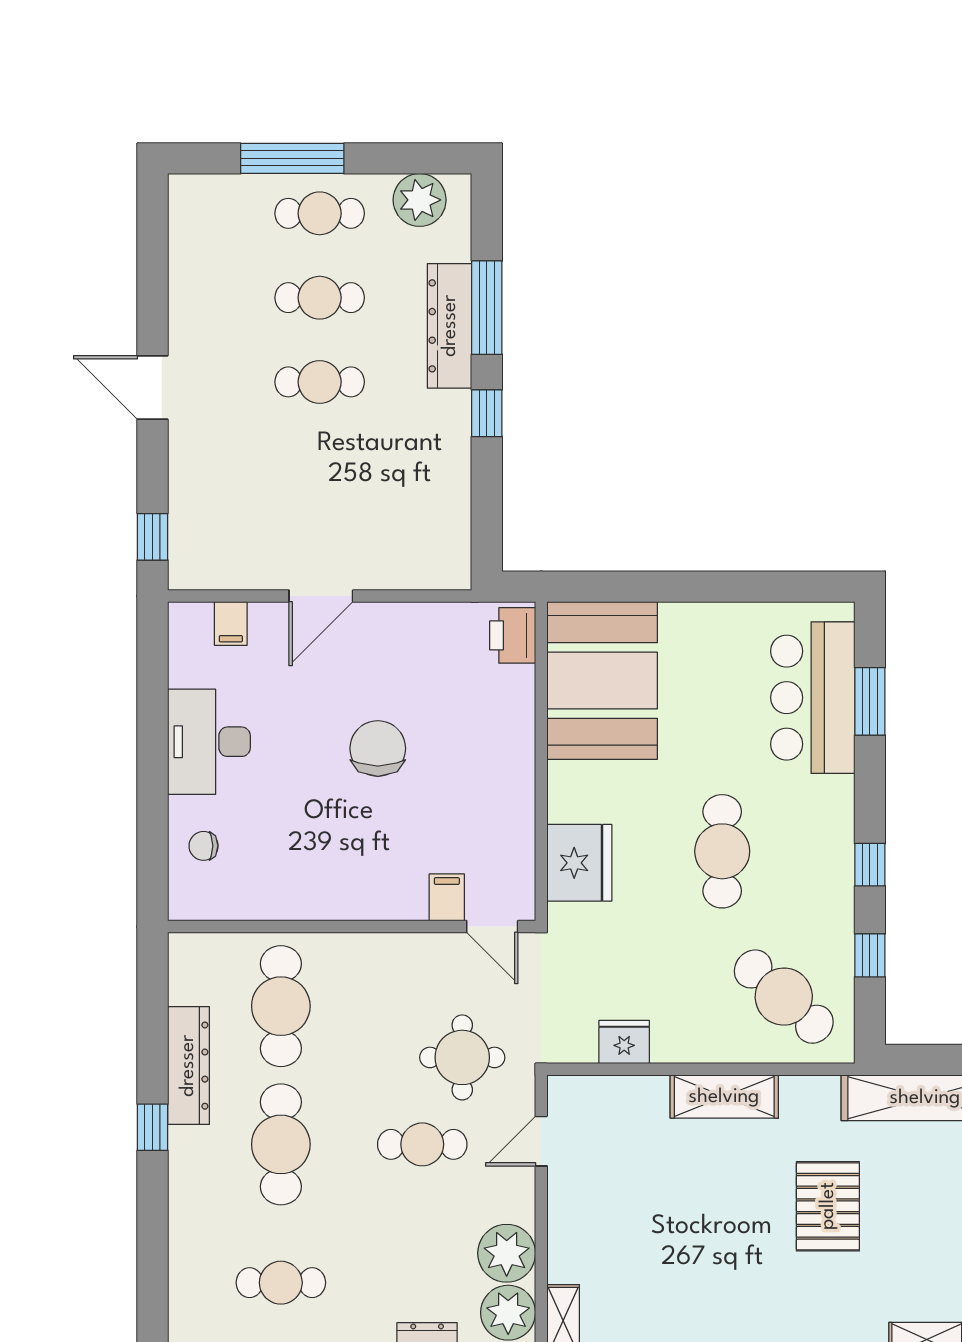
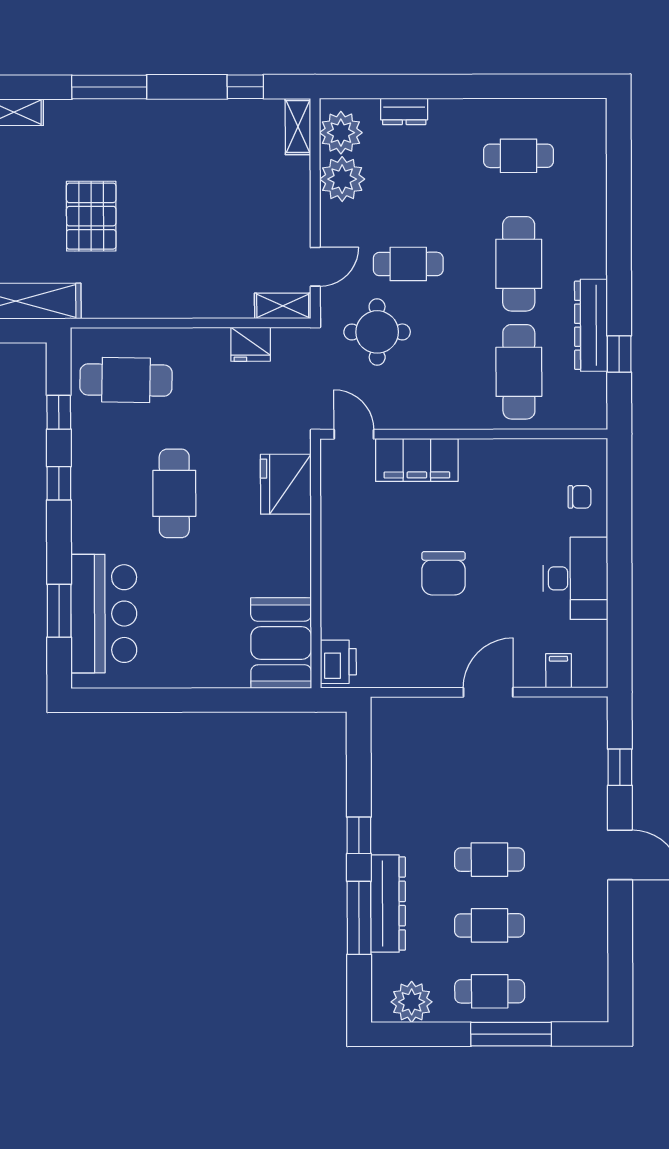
window: (152, 537) -> (620, 767), moved
booth: (602, 681) -> (281, 643), width x0.73, depth x0.70
filing cabinet: (447, 897) -> (417, 460), width x3.00, depth x1.17
cafe table: (784, 997) -> (126, 380), turned -41
shelving: (724, 1097) -> (283, 306), moved, width x0.67, depth x0.75
window: (152, 1127) -> (619, 354), moved

